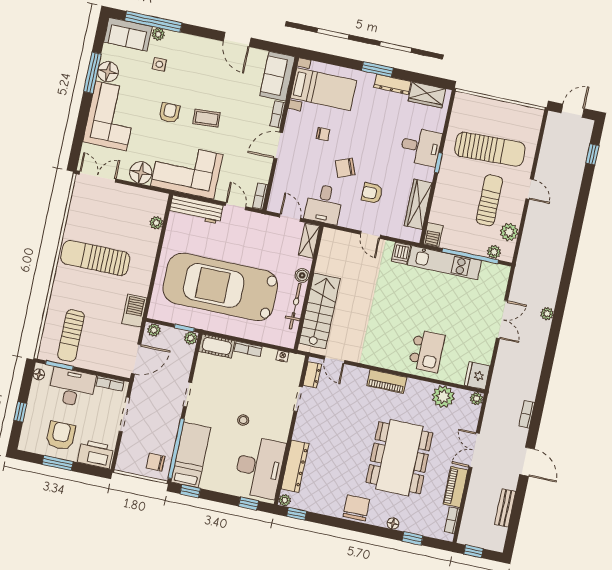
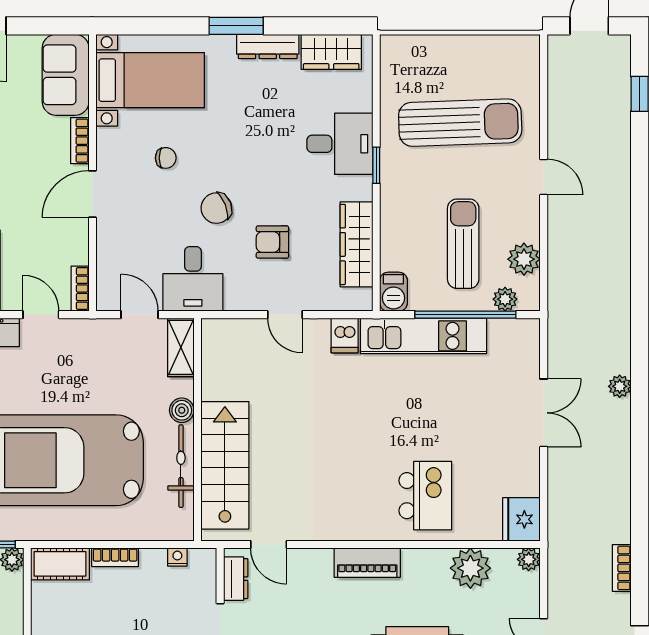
sun lounger: (489, 200) -> (463, 244), moved

